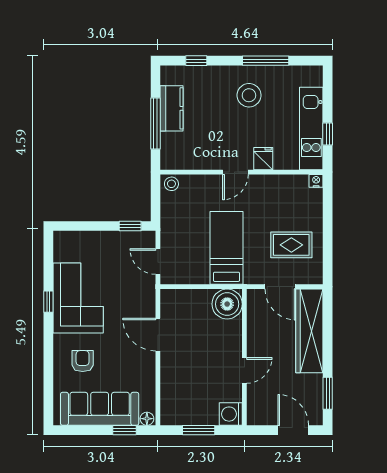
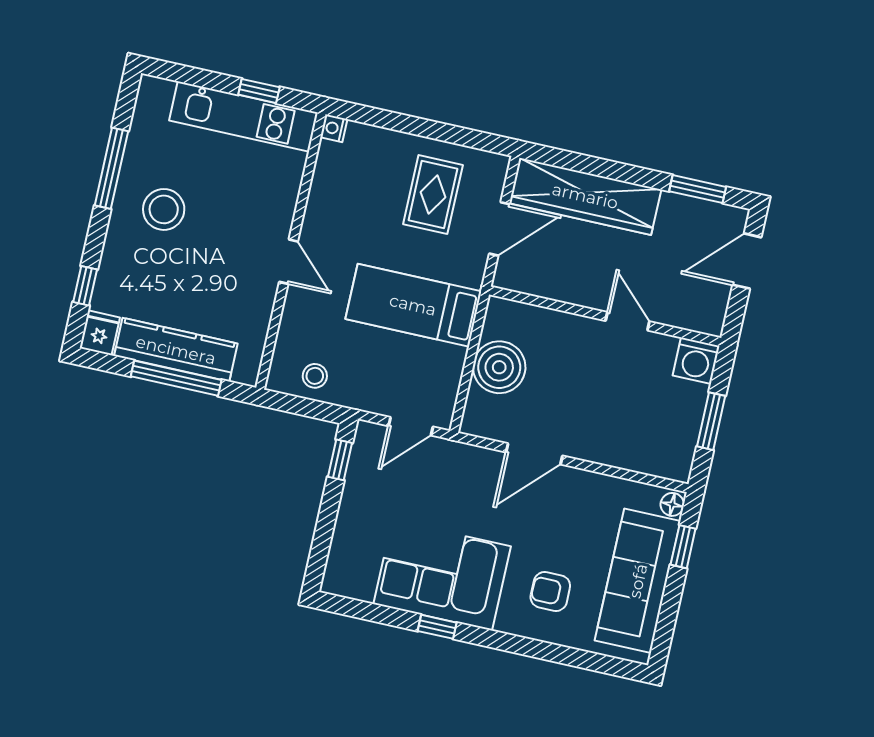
kitchen counter: (172, 108) -> (176, 350), width x1.50
fridge: (263, 159) -> (100, 333), moved, turned 90
stool: (171, 184) -> (315, 376), moved
boiler: (227, 304) -> (499, 367), moved

